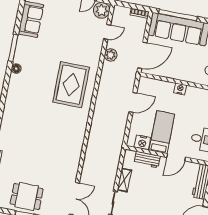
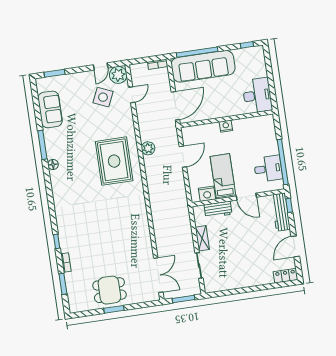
side table: (81, 25) -> (103, 97), added
plant: (111, 55) -> (148, 148), moved
door: (176, 157) -> (246, 197), hinge flipped

